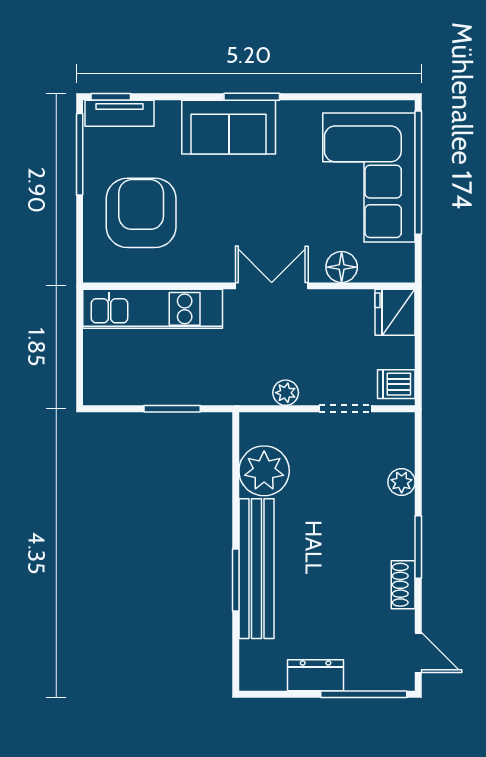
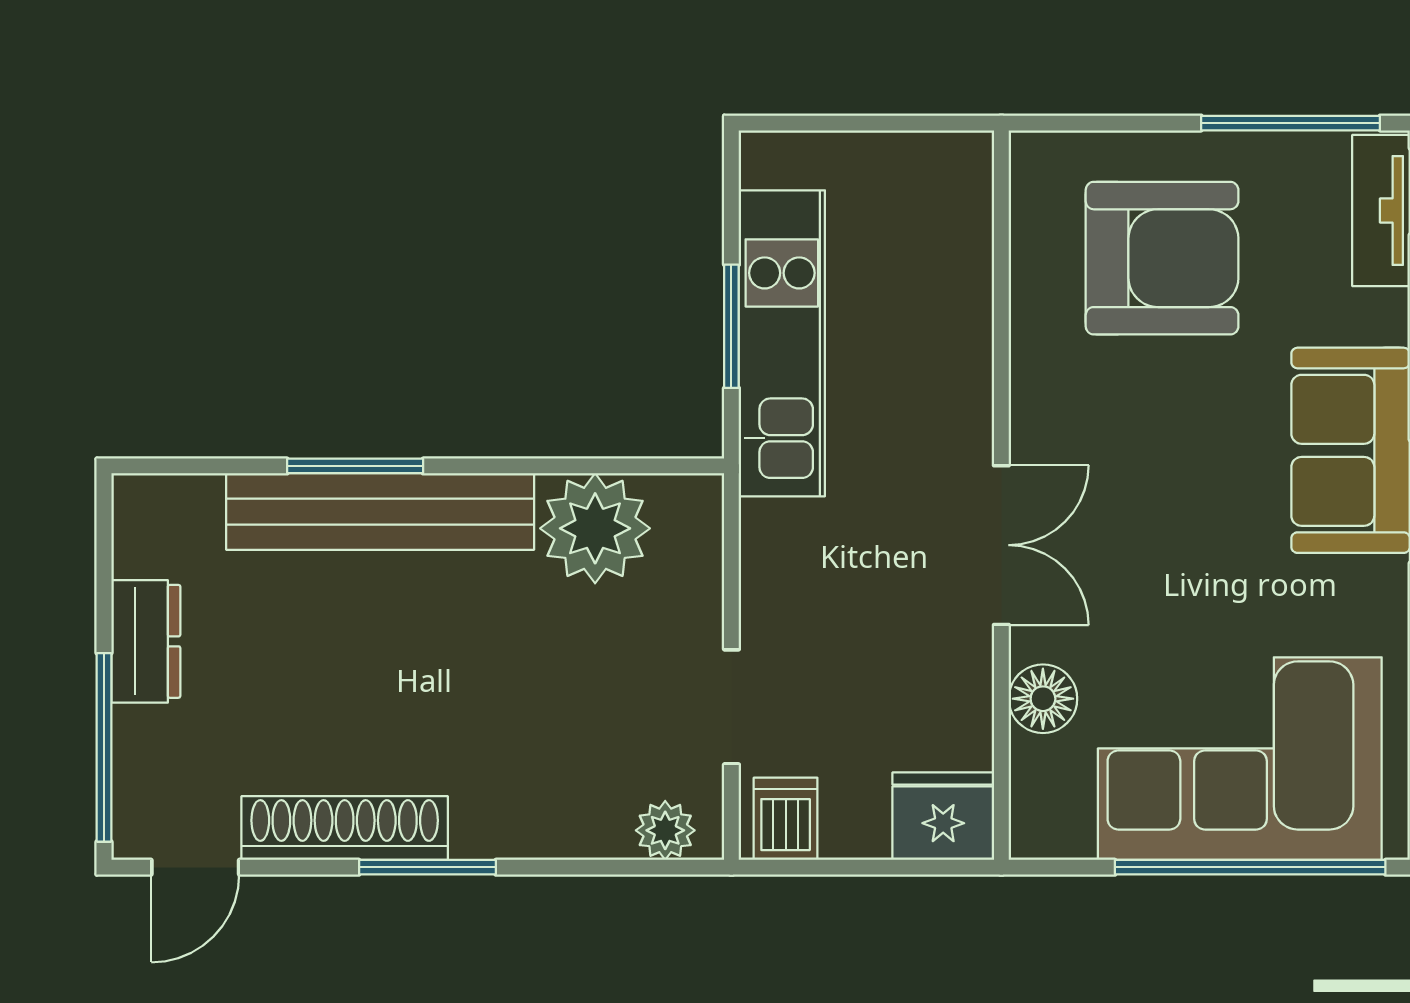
kitchen unit: (153, 309) -> (782, 343), moved, turned 180
plant: (286, 393) -> (767, 576), removed
plant: (402, 482) -> (665, 830), moved
shoe rack: (403, 585) -> (345, 828), width x1.94, depth x1.24

